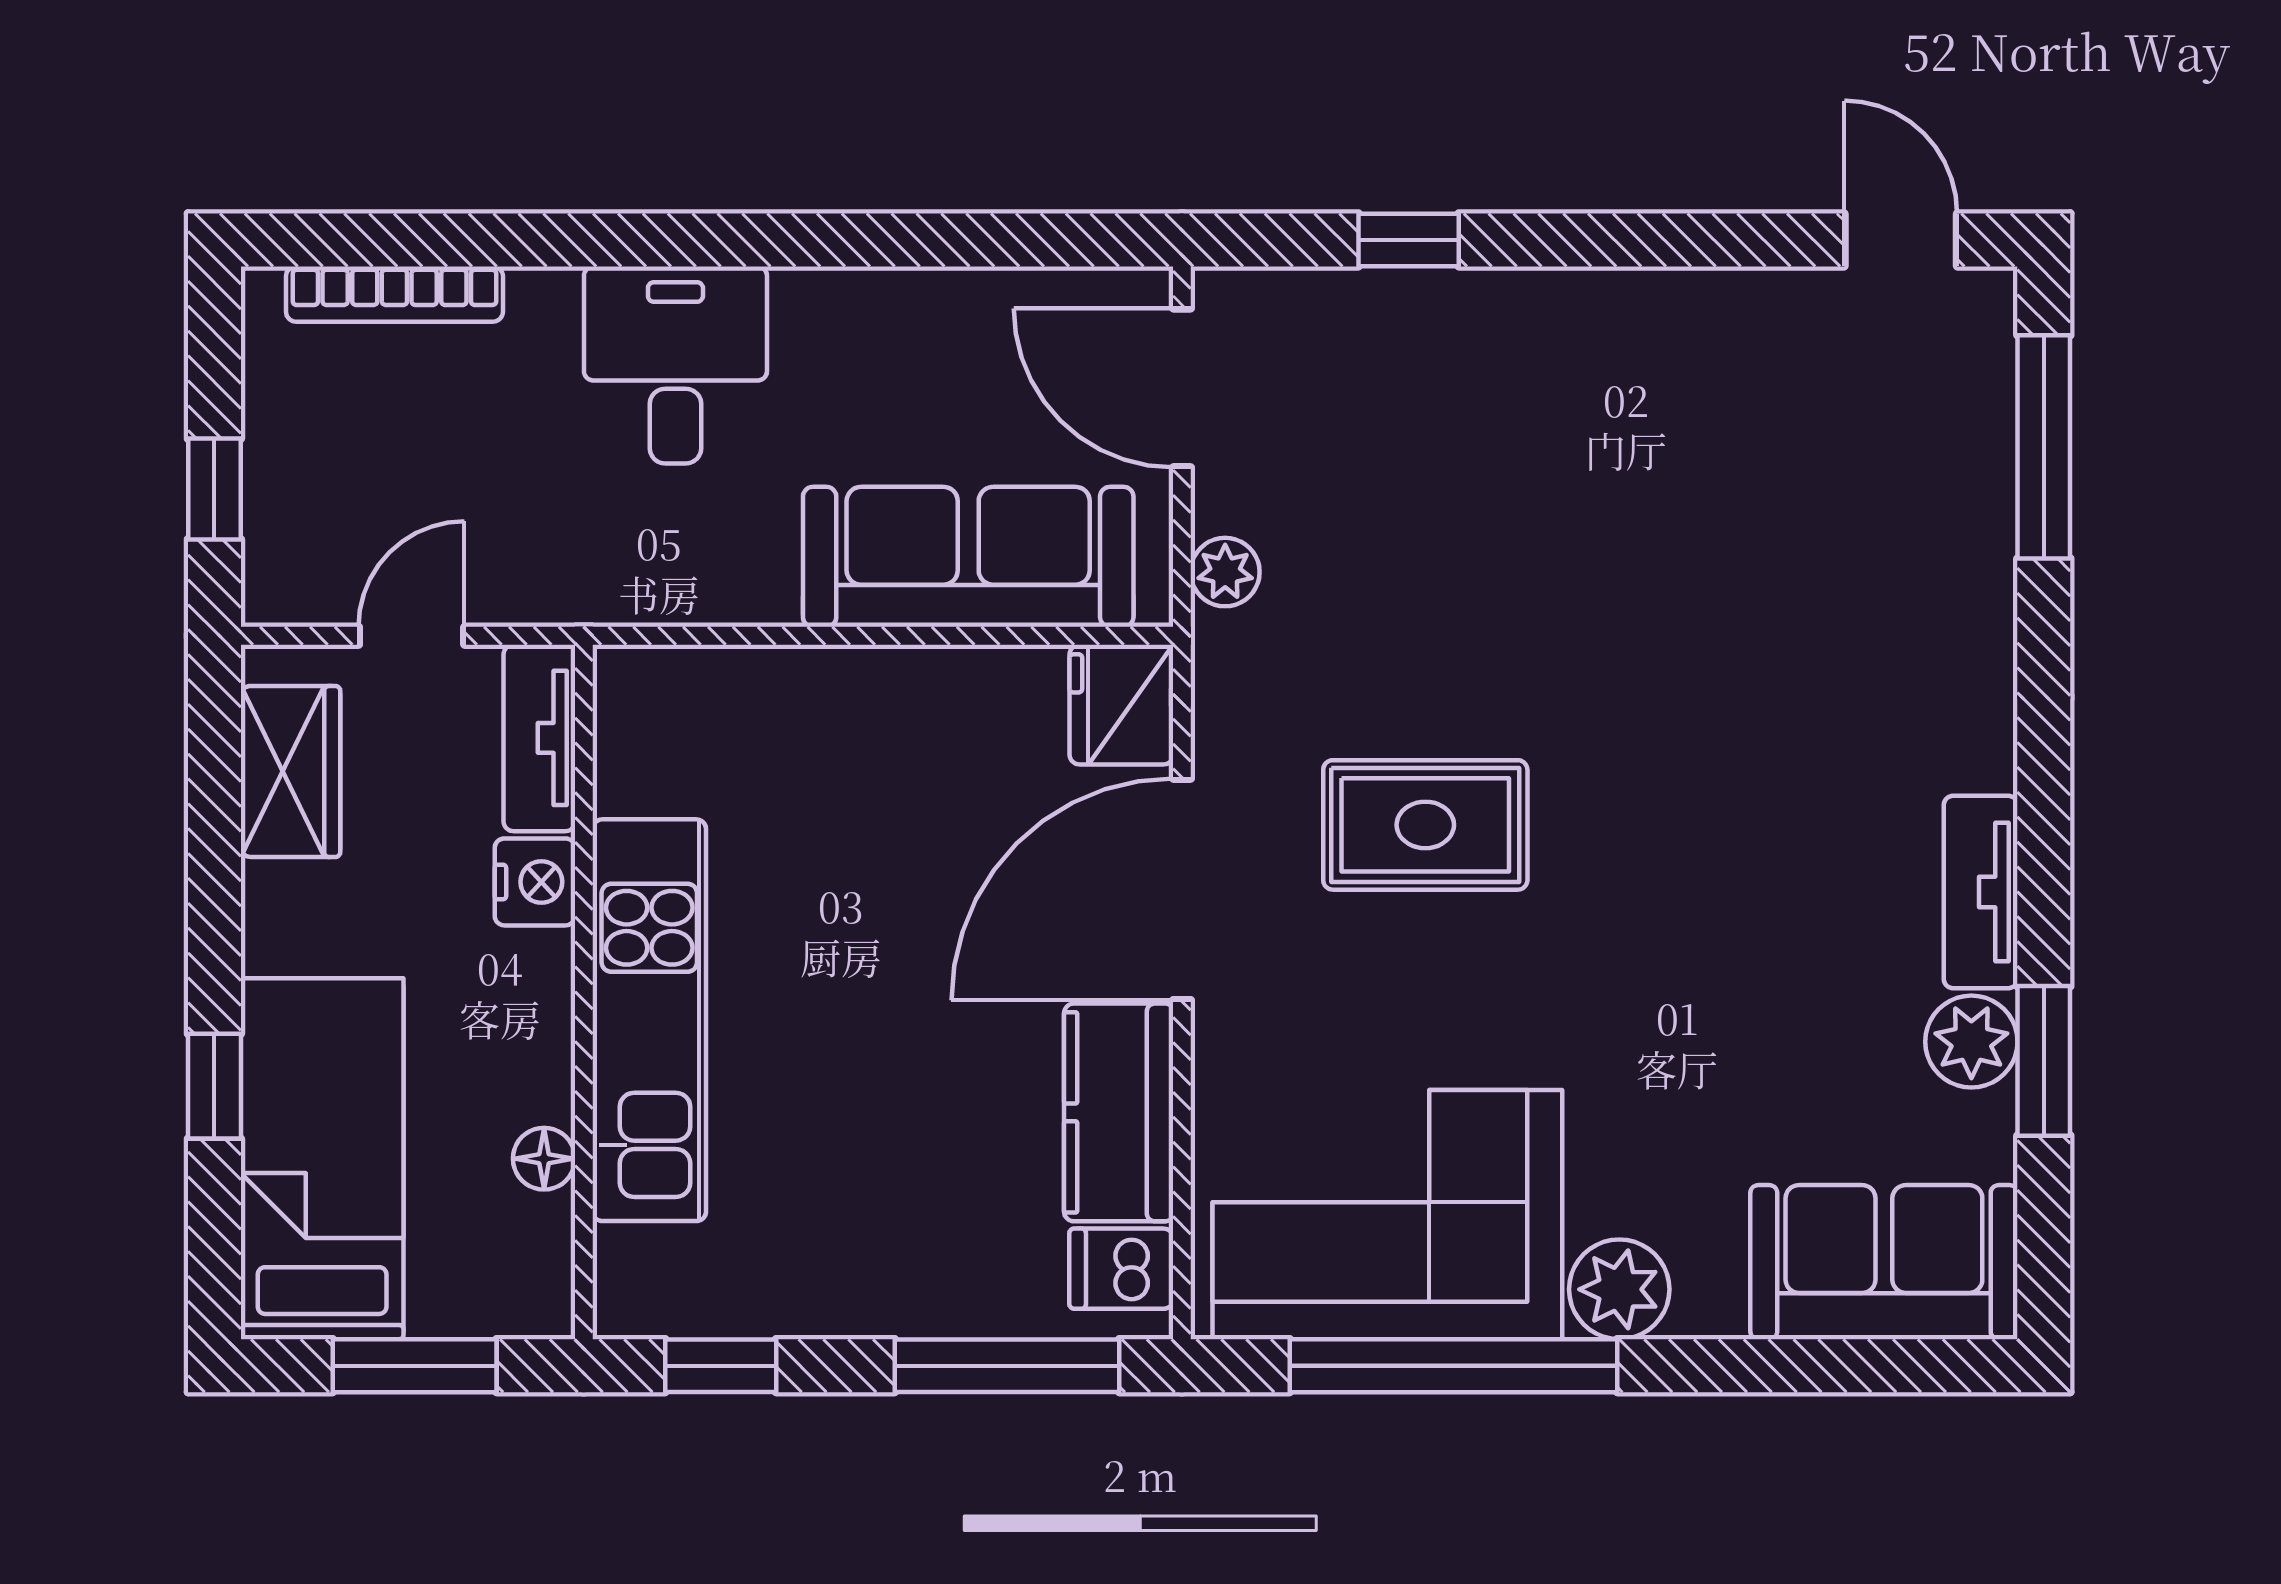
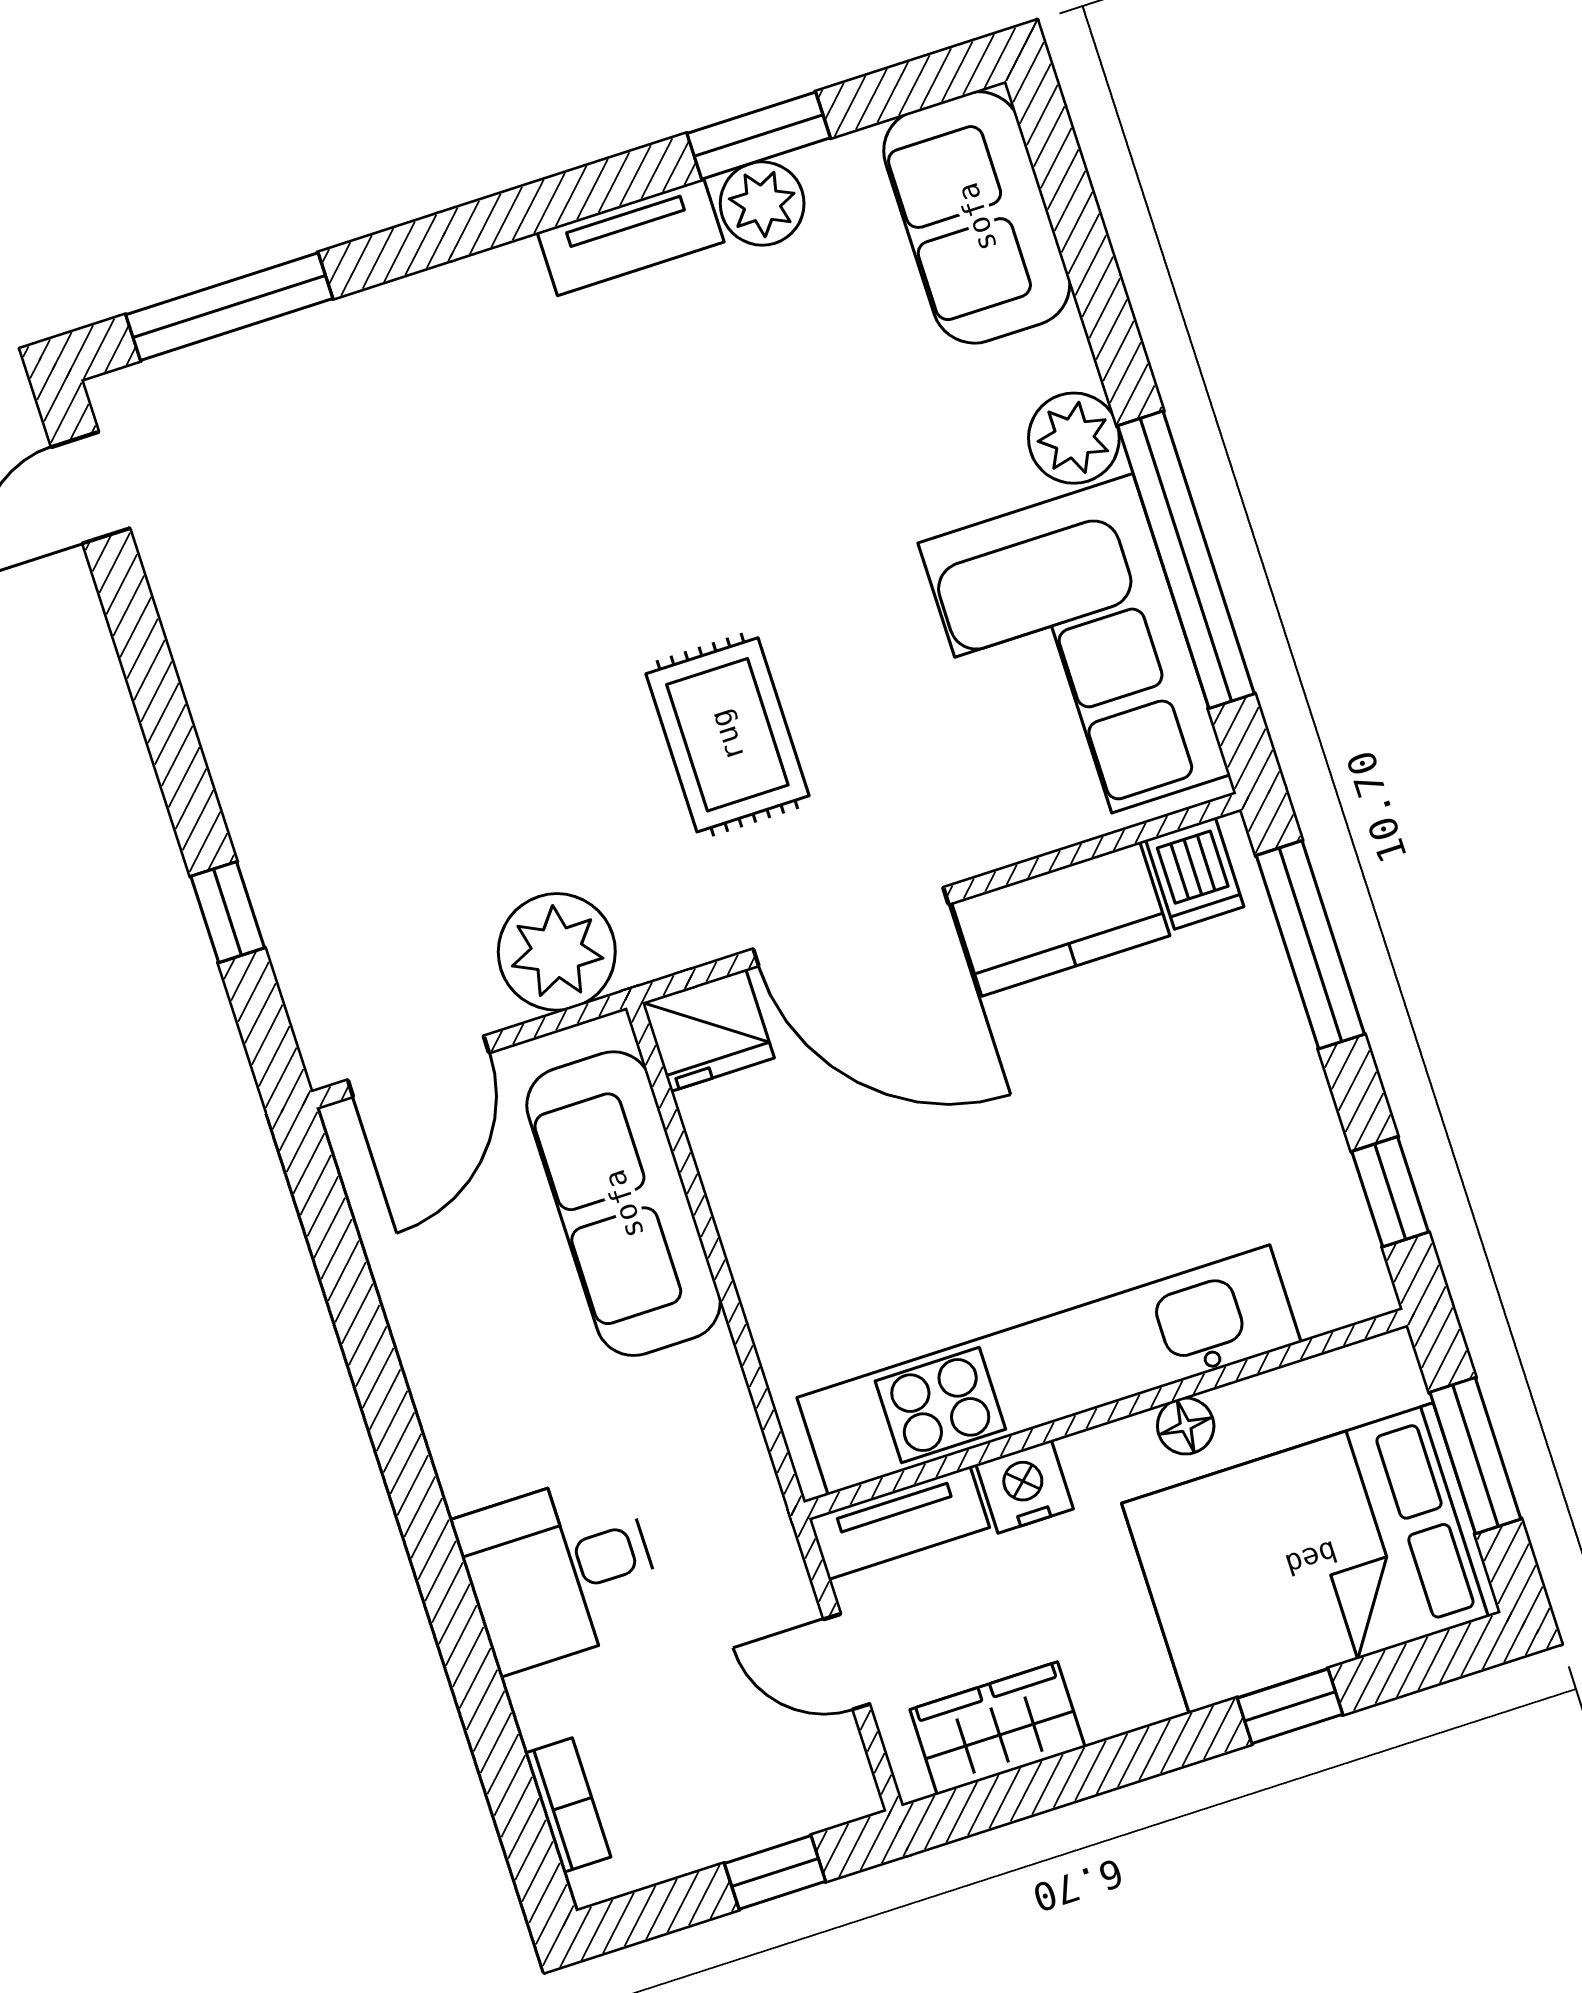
bookcase: (394, 294) -> (568, 1805), width x0.64
desk: (675, 365) -> (560, 1571), moved
plant: (1225, 572) -> (557, 952), width x1.88, depth x1.88
kitchen unit: (649, 1020) -> (1049, 1370), width x1.36
bed: (322, 1159) -> (1311, 1558), width x1.50
floor lamp: (544, 1159) -> (1186, 1426), moved

